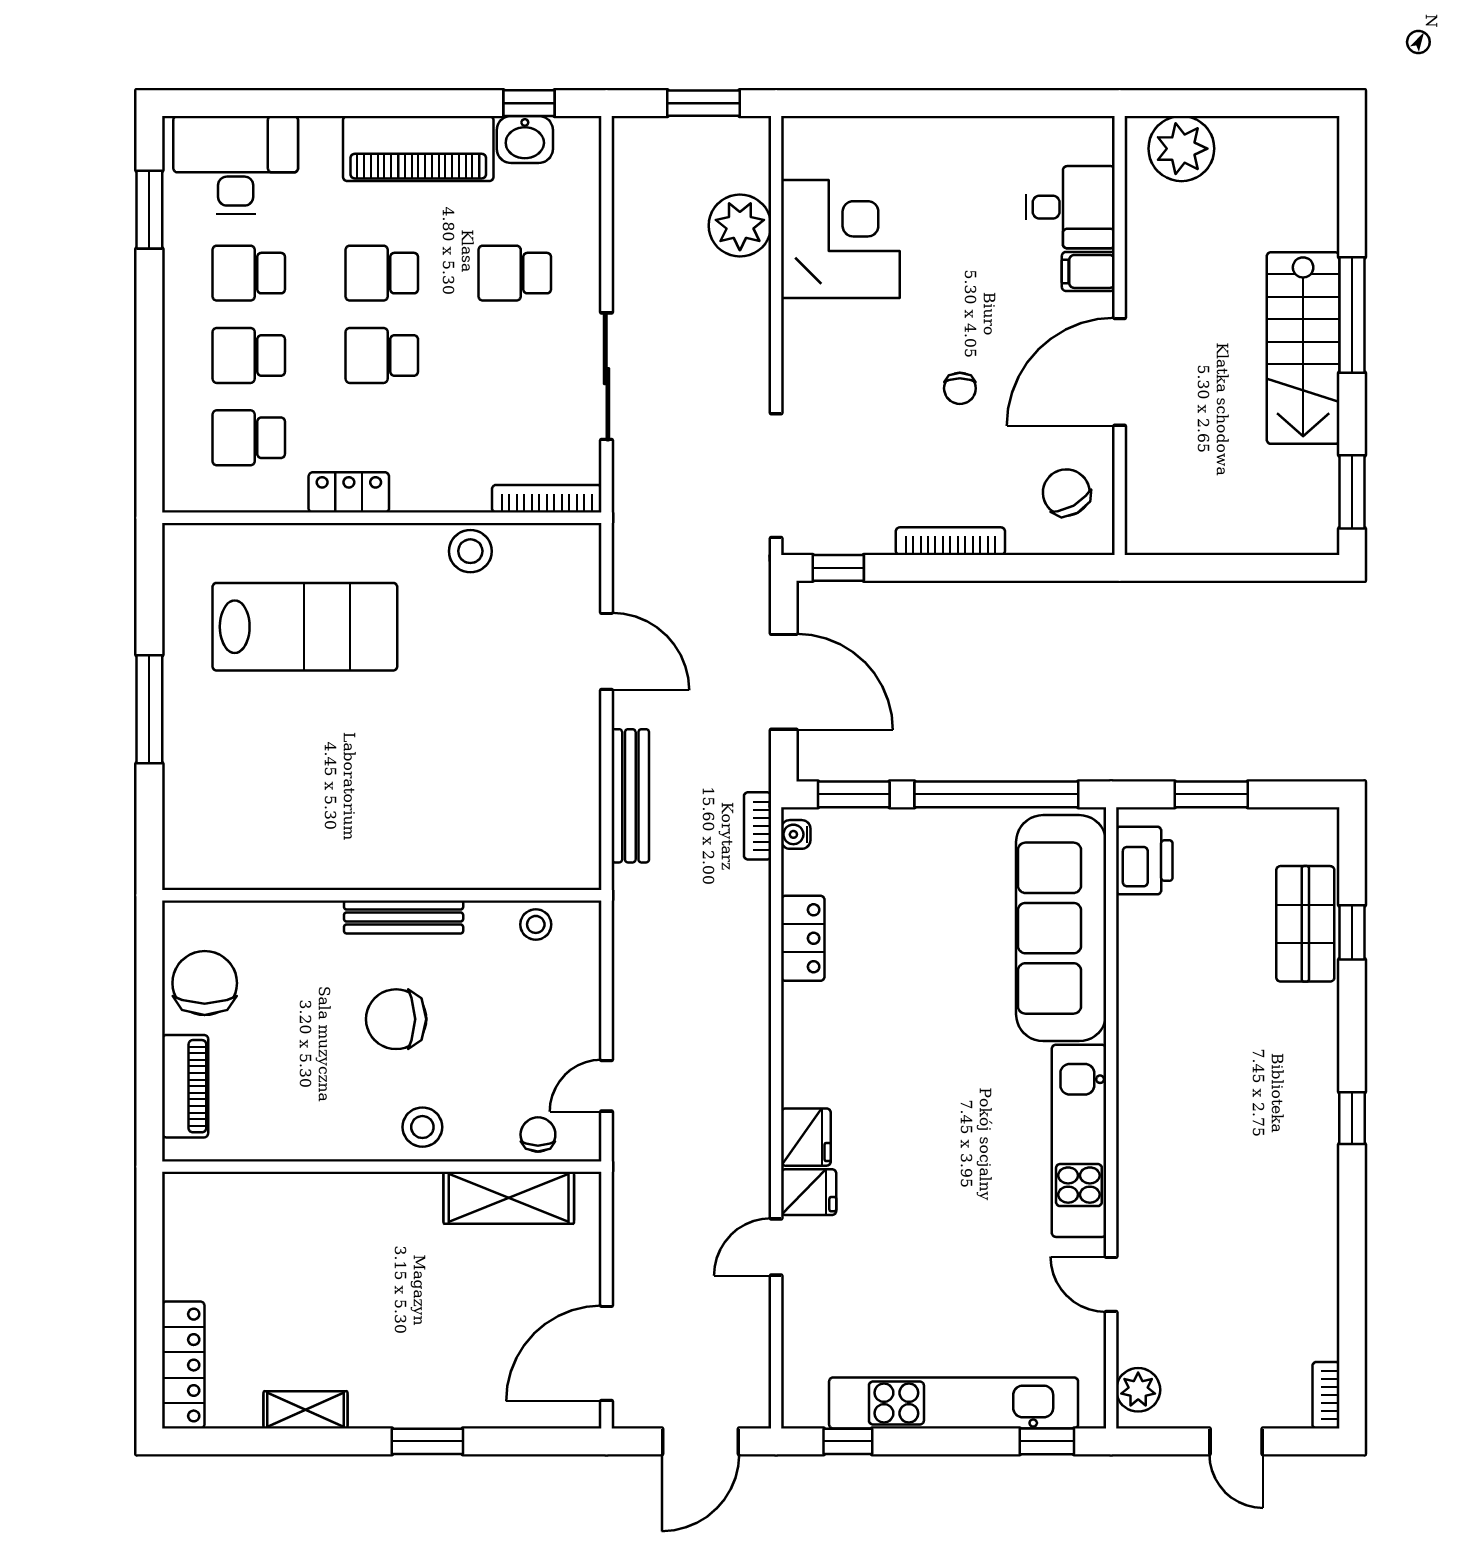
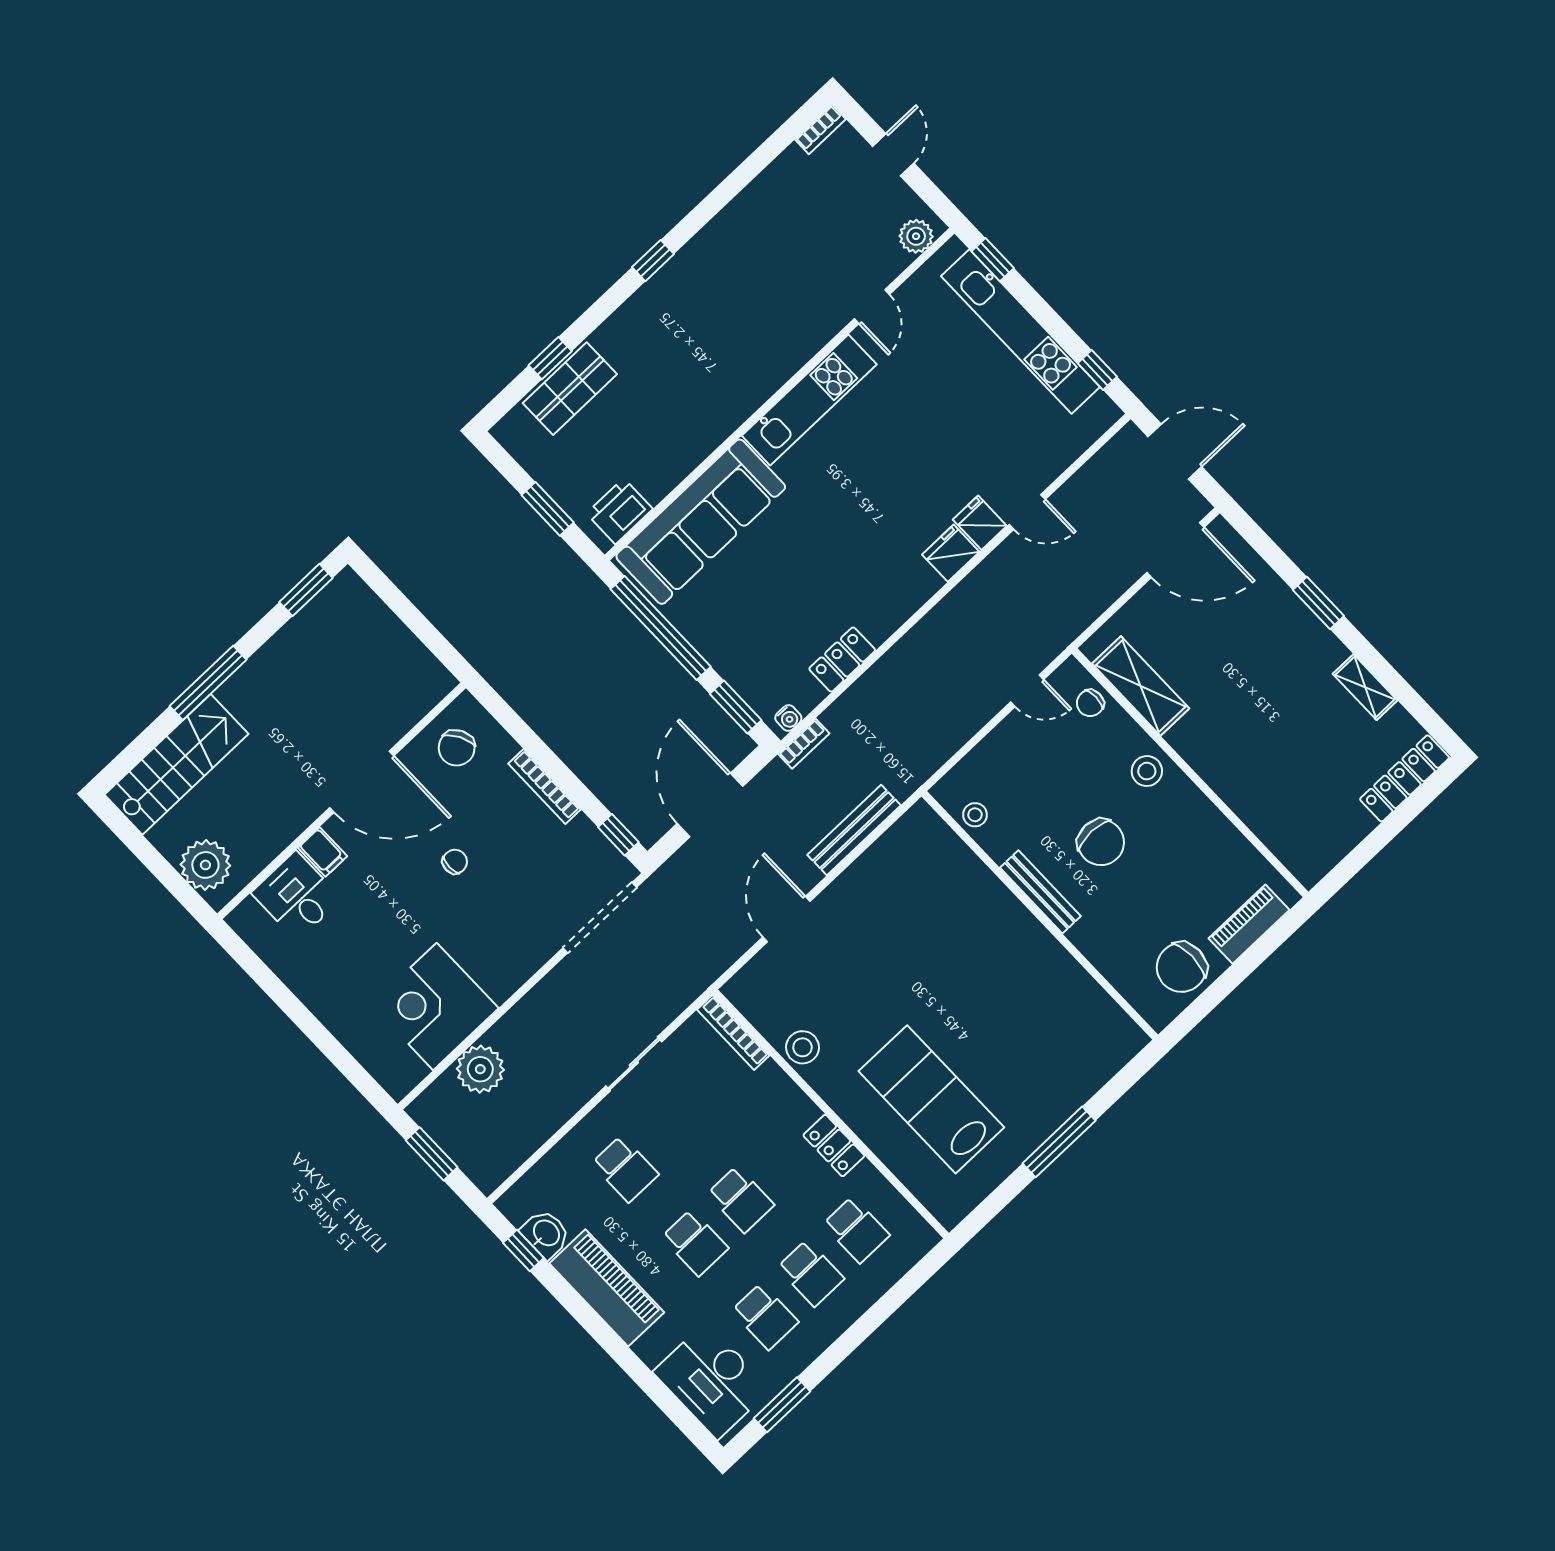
stairs: (1303, 348) -> (177, 764), moved
sliding door: (607, 376) -> (634, 1064), width x0.73

